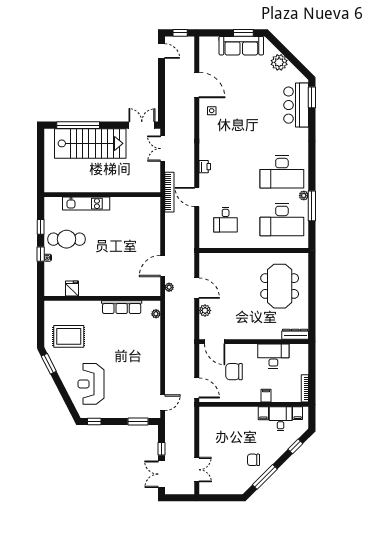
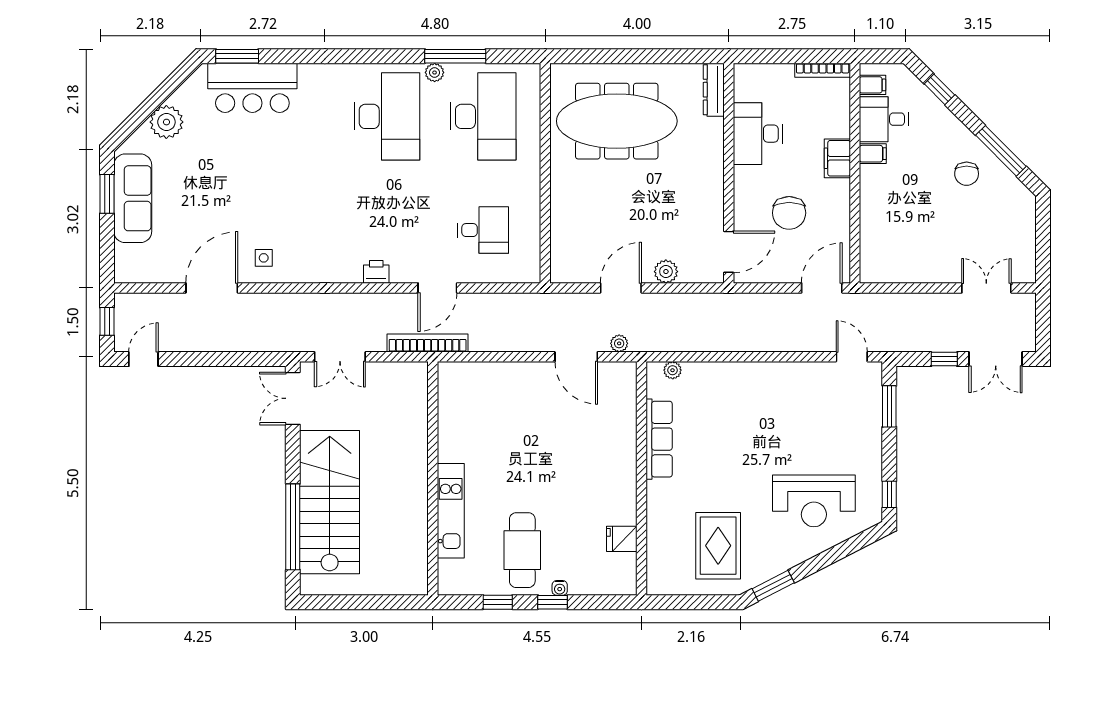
meeting table: (280, 286) -> (617, 121), width x1.36
filing cabinet: (266, 396) -> (837, 158), width x2.00

